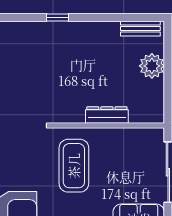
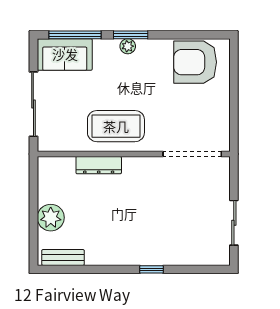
coffee table: (74, 166) -> (116, 126), moved, turned 90

